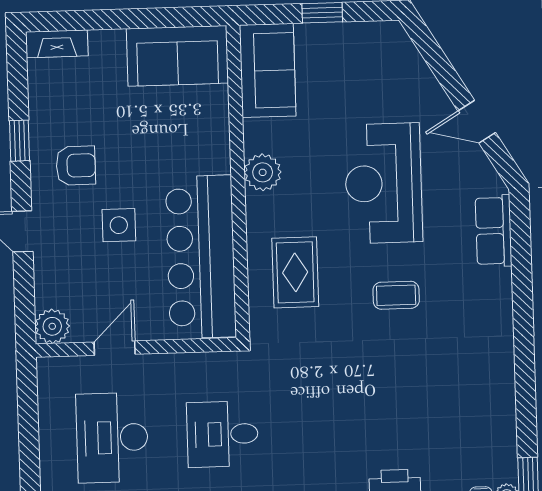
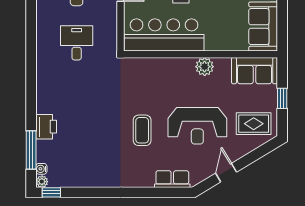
reception desk: (383, 183) -> (197, 126), turned 180
rug: (295, 272) -> (254, 124), moved
coffee table: (396, 295) -> (142, 130), width x1.36, depth x1.30

